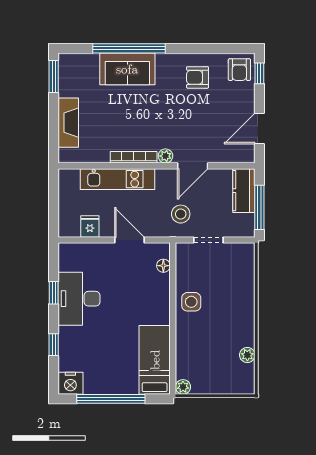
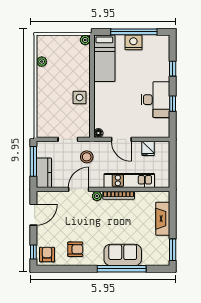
floor lamp: (163, 266) -> (98, 133), moved
nightstand: (70, 383) -> (133, 42), moved

